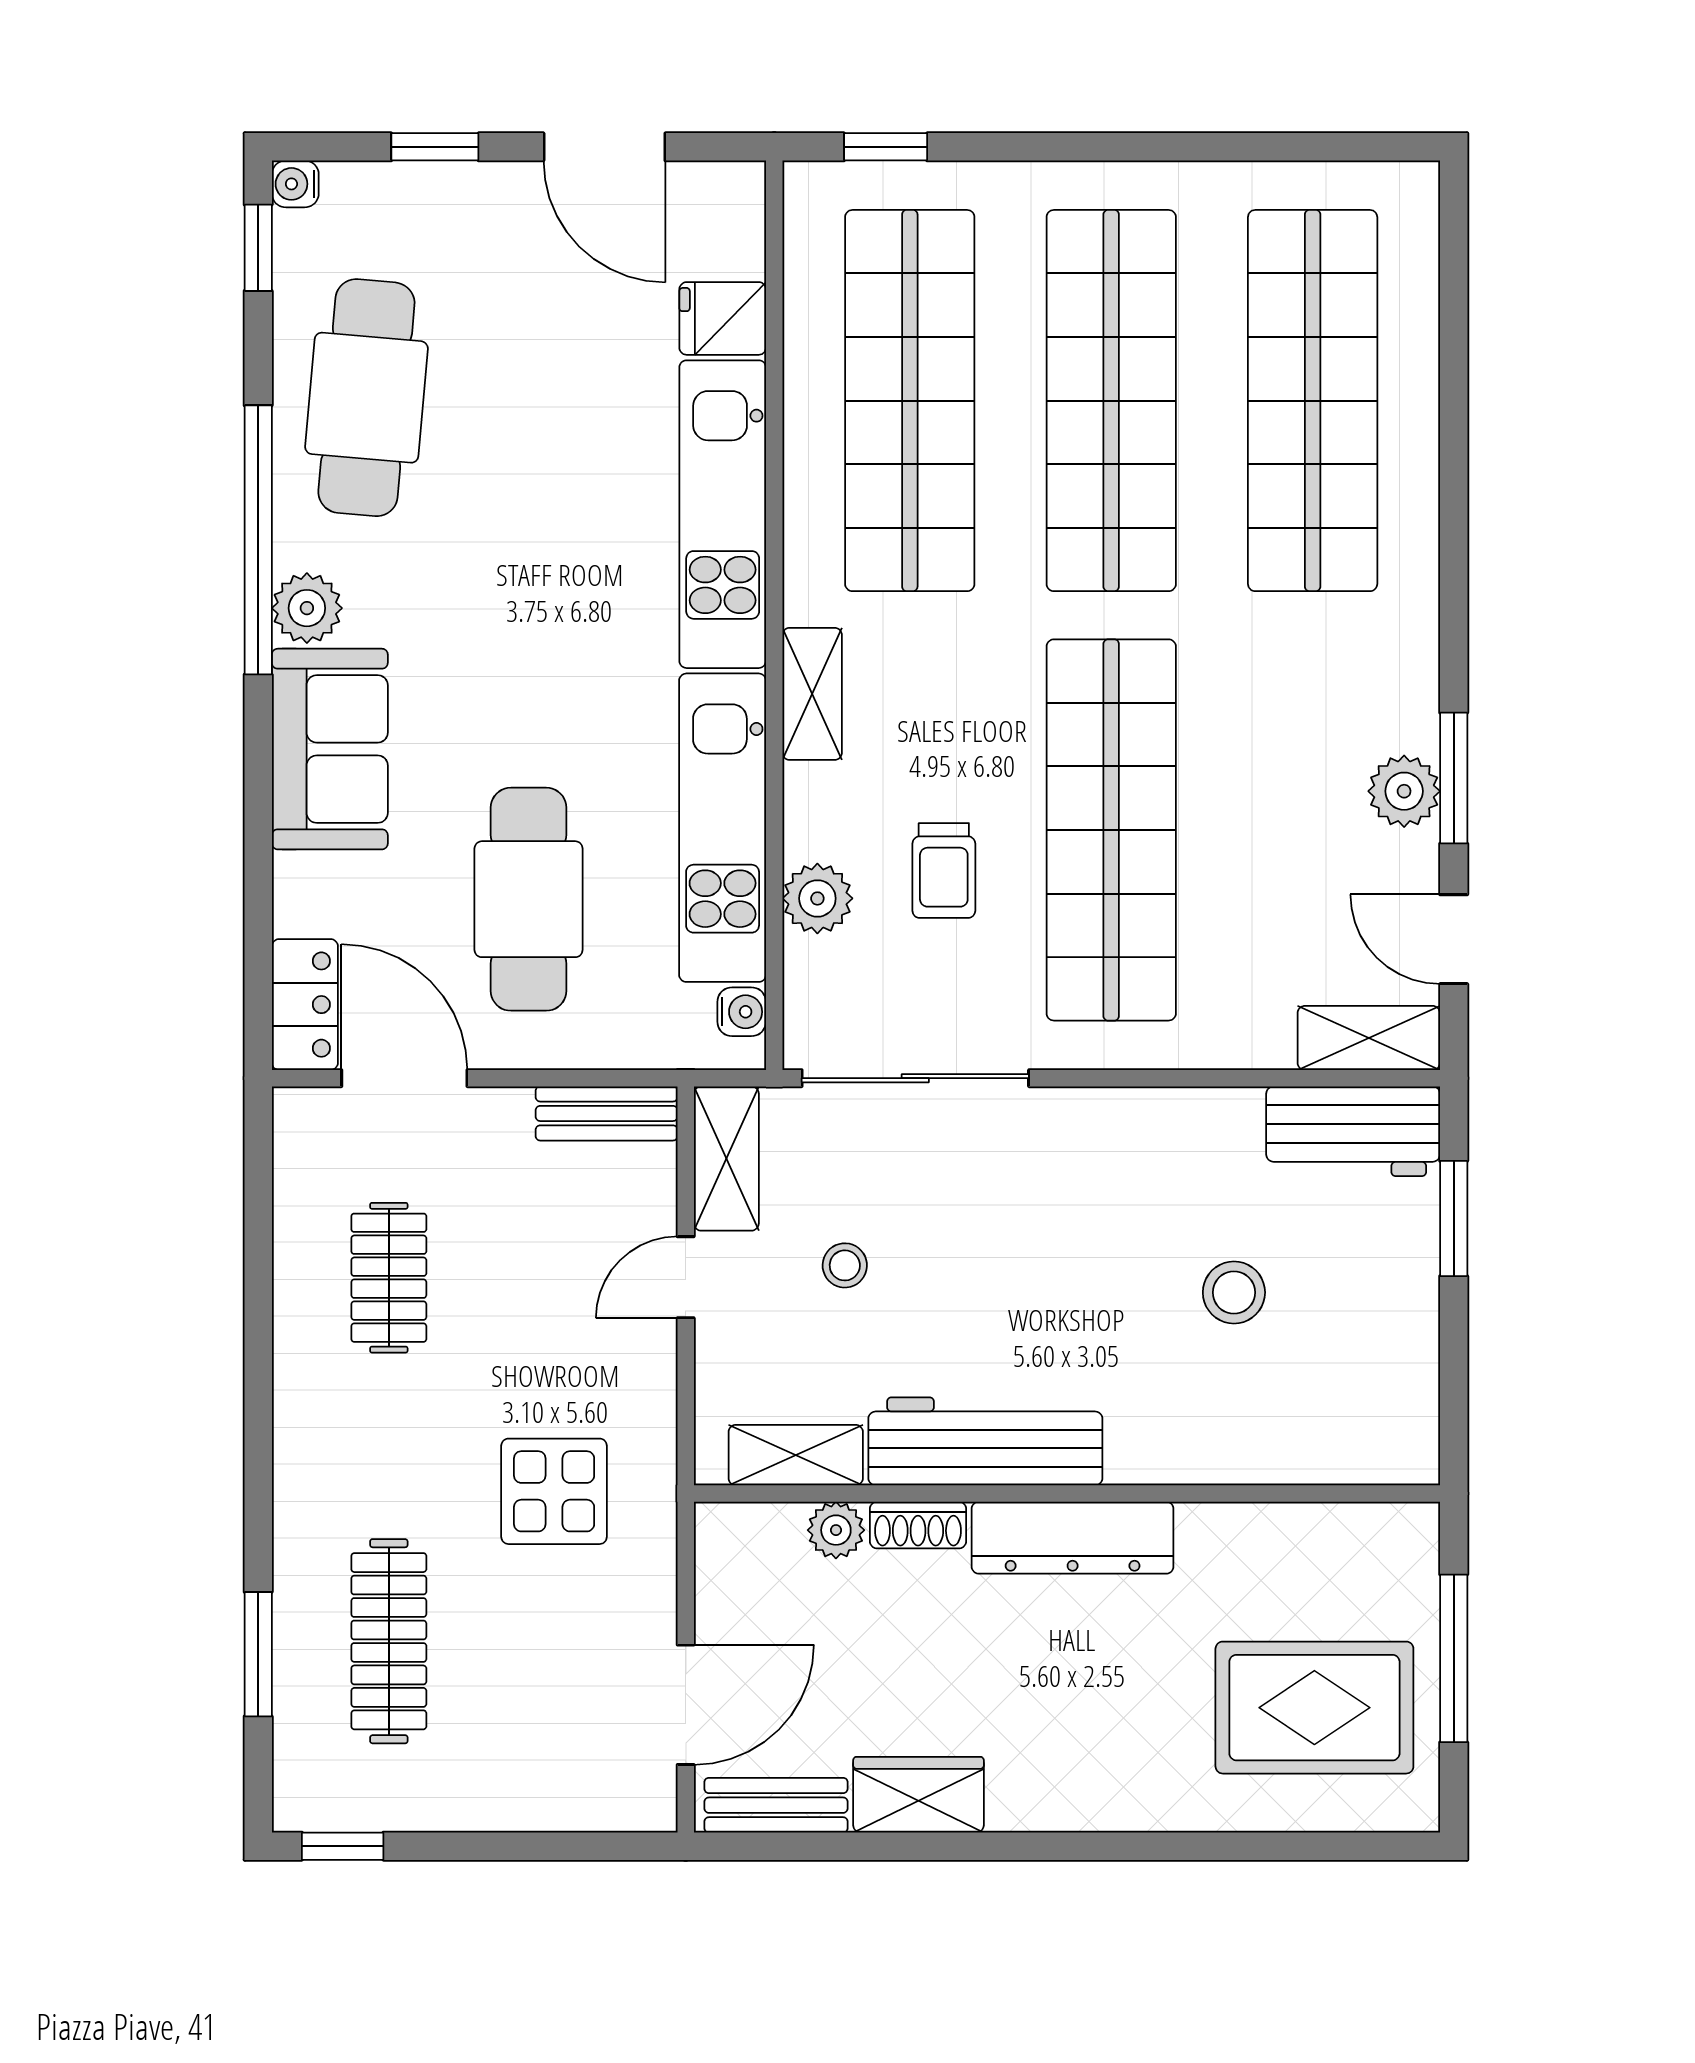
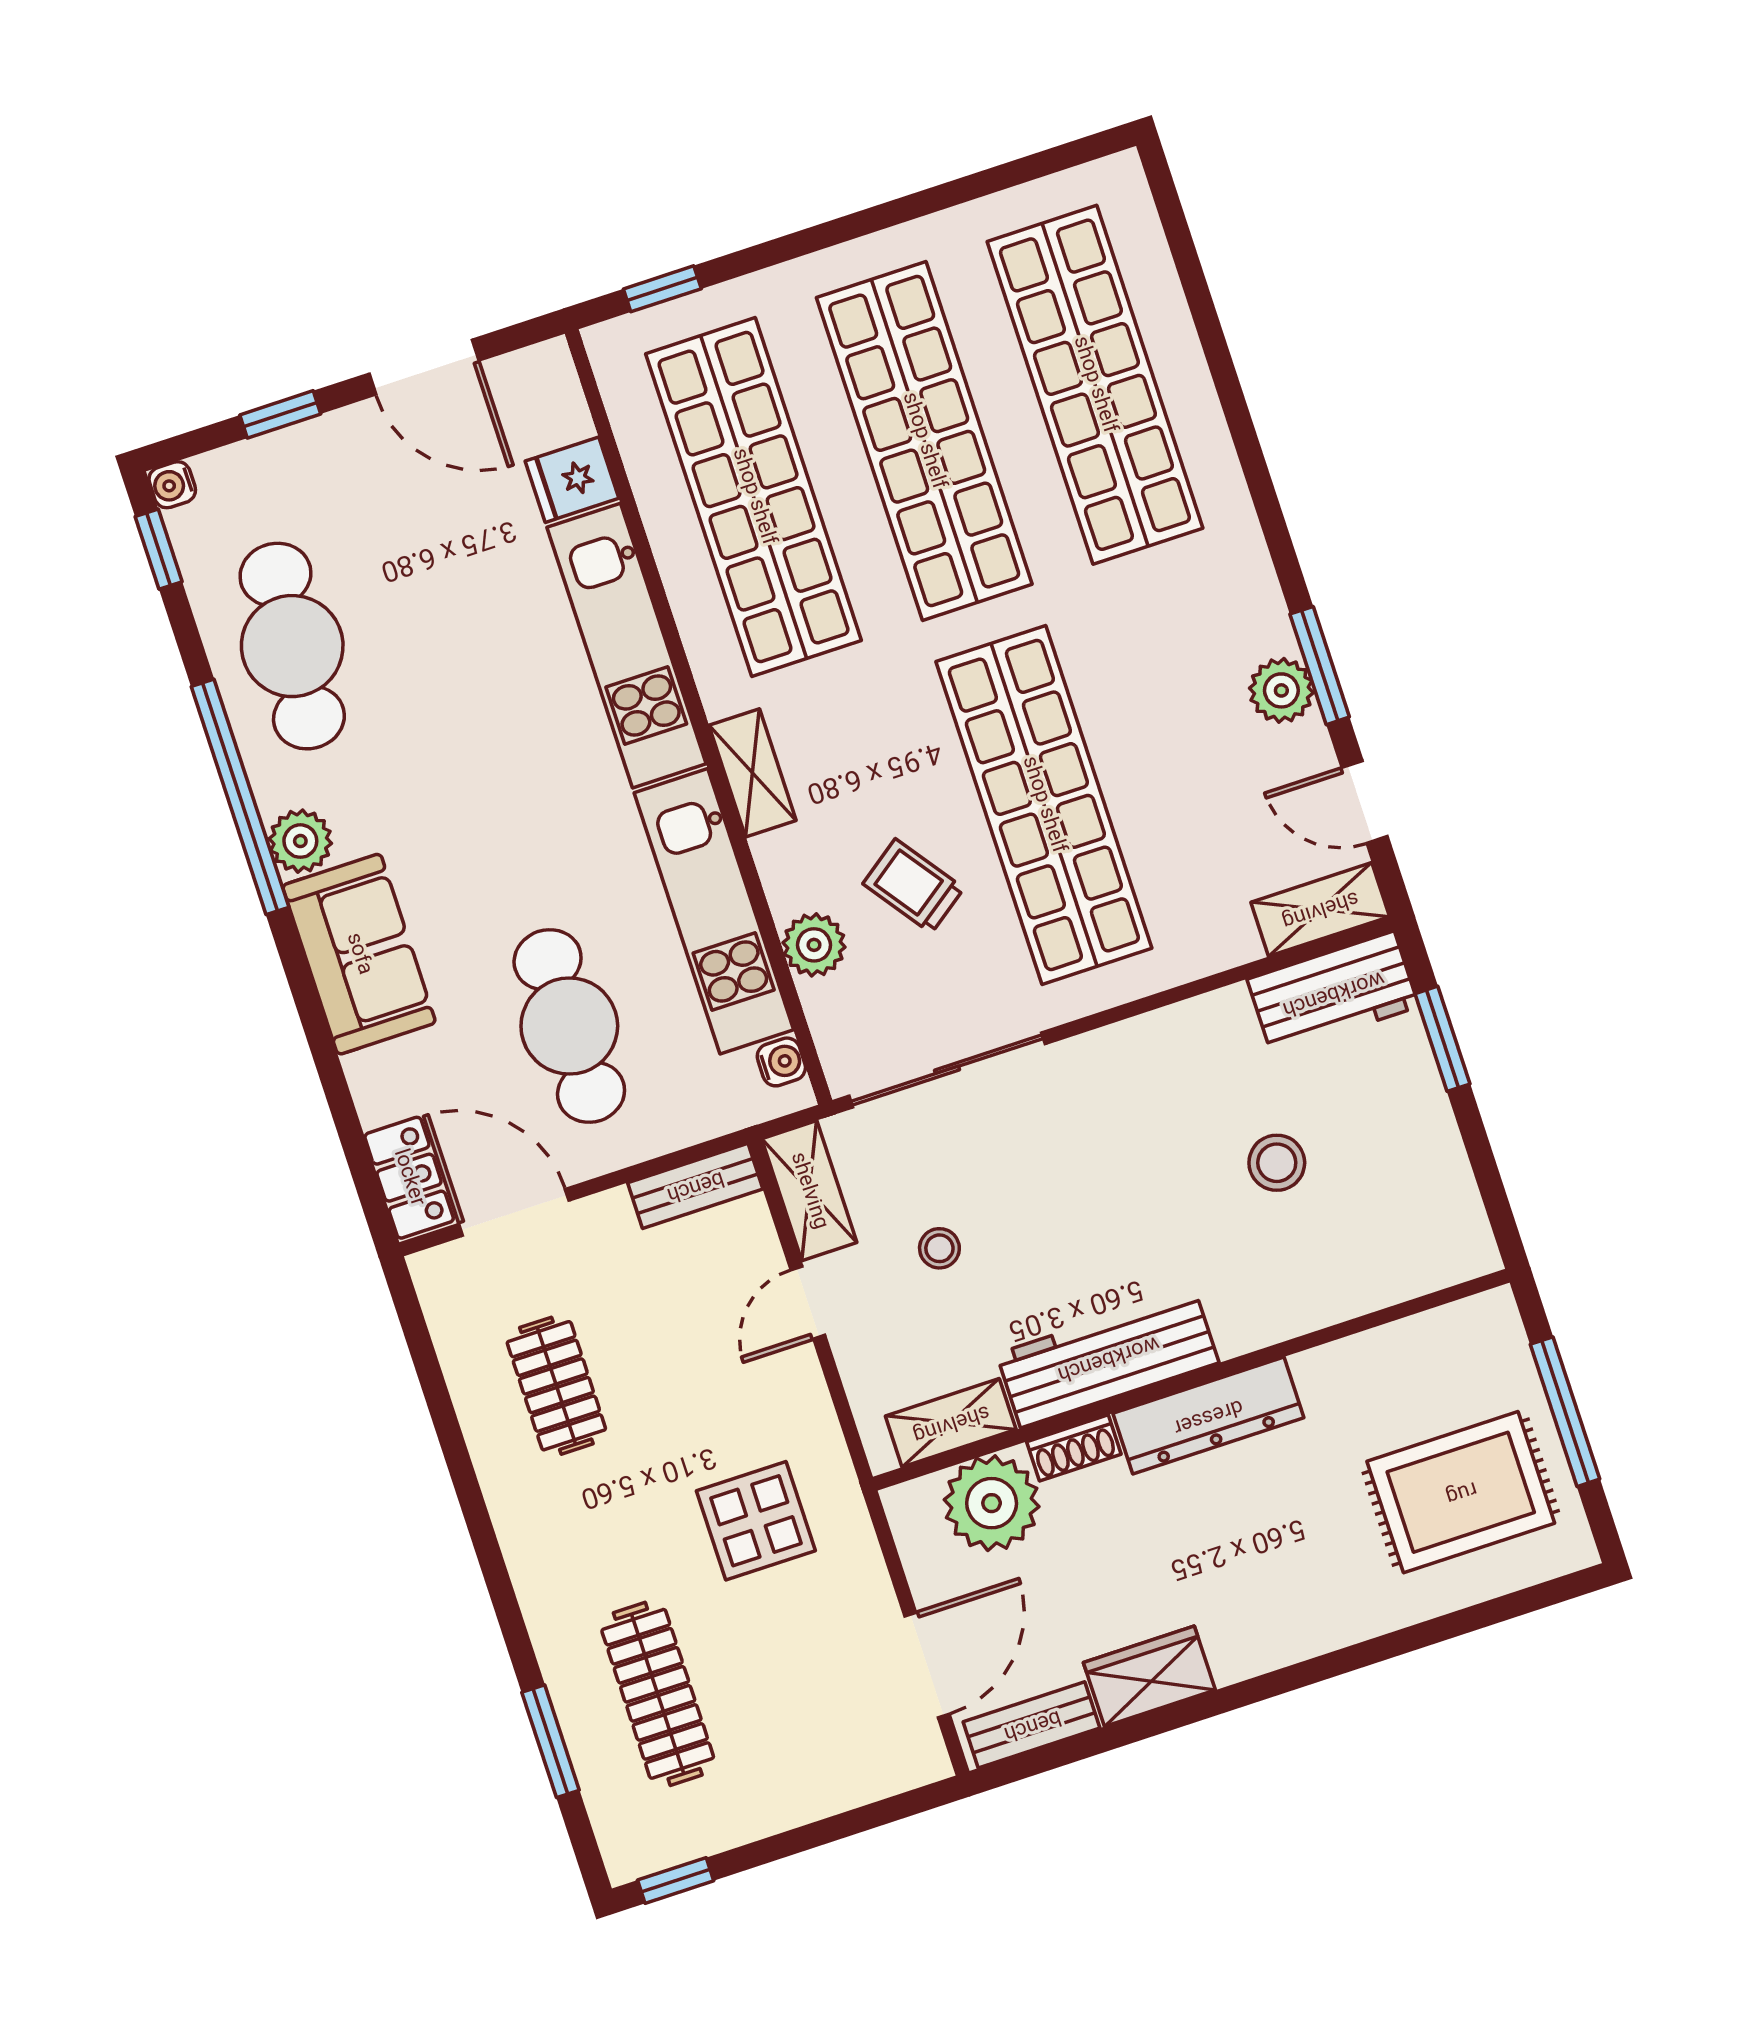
trolley: (944, 871) -> (913, 886), turned 144
plant: (836, 1530) -> (992, 1503), width x1.88, depth x1.88

